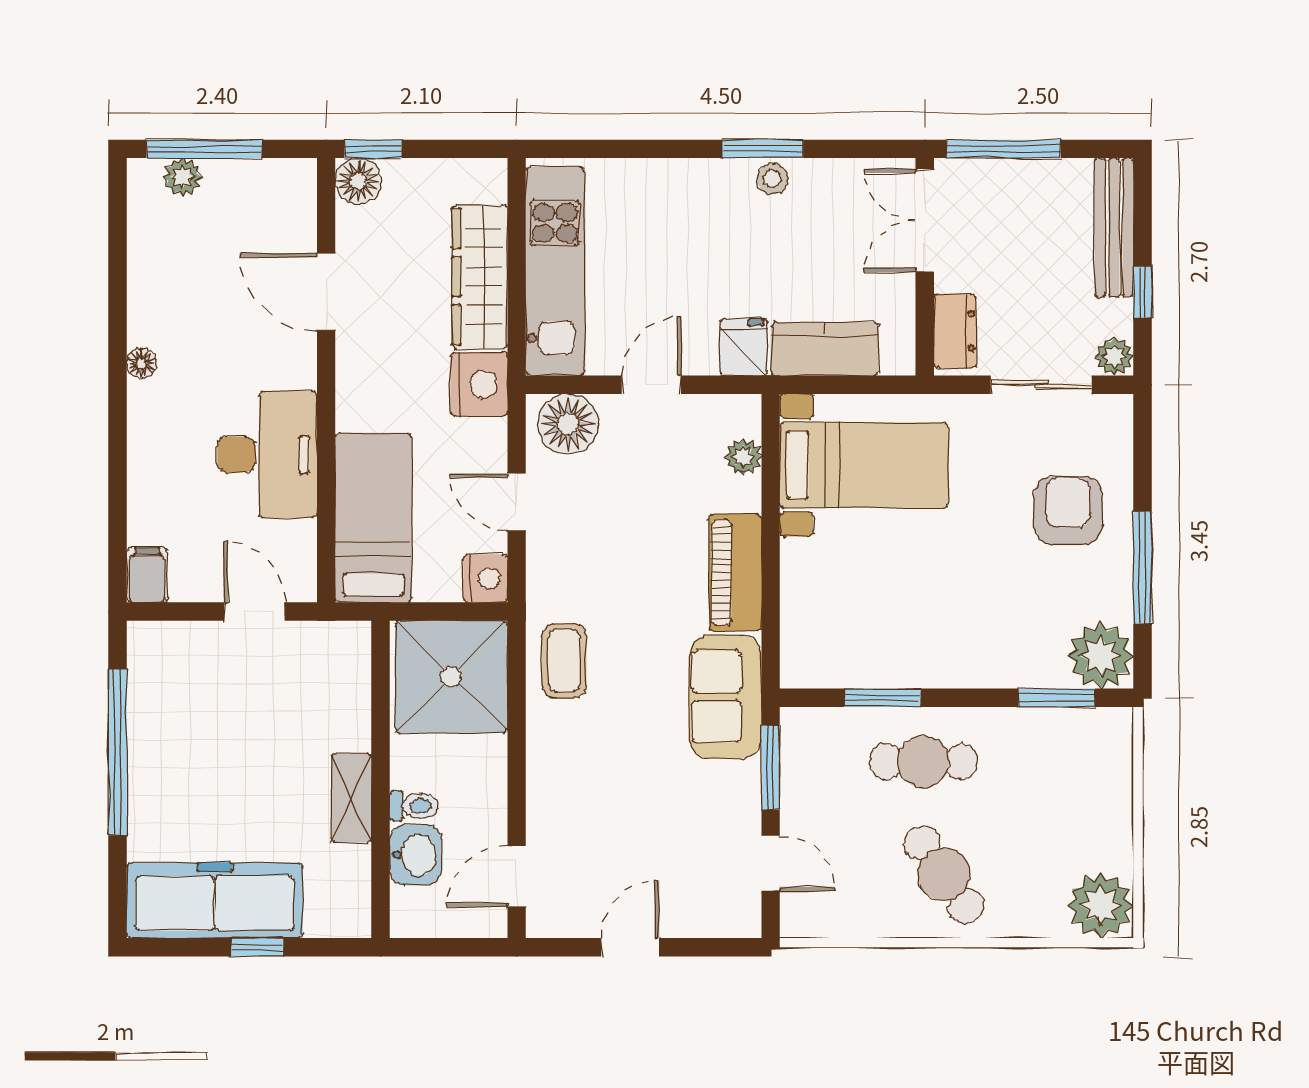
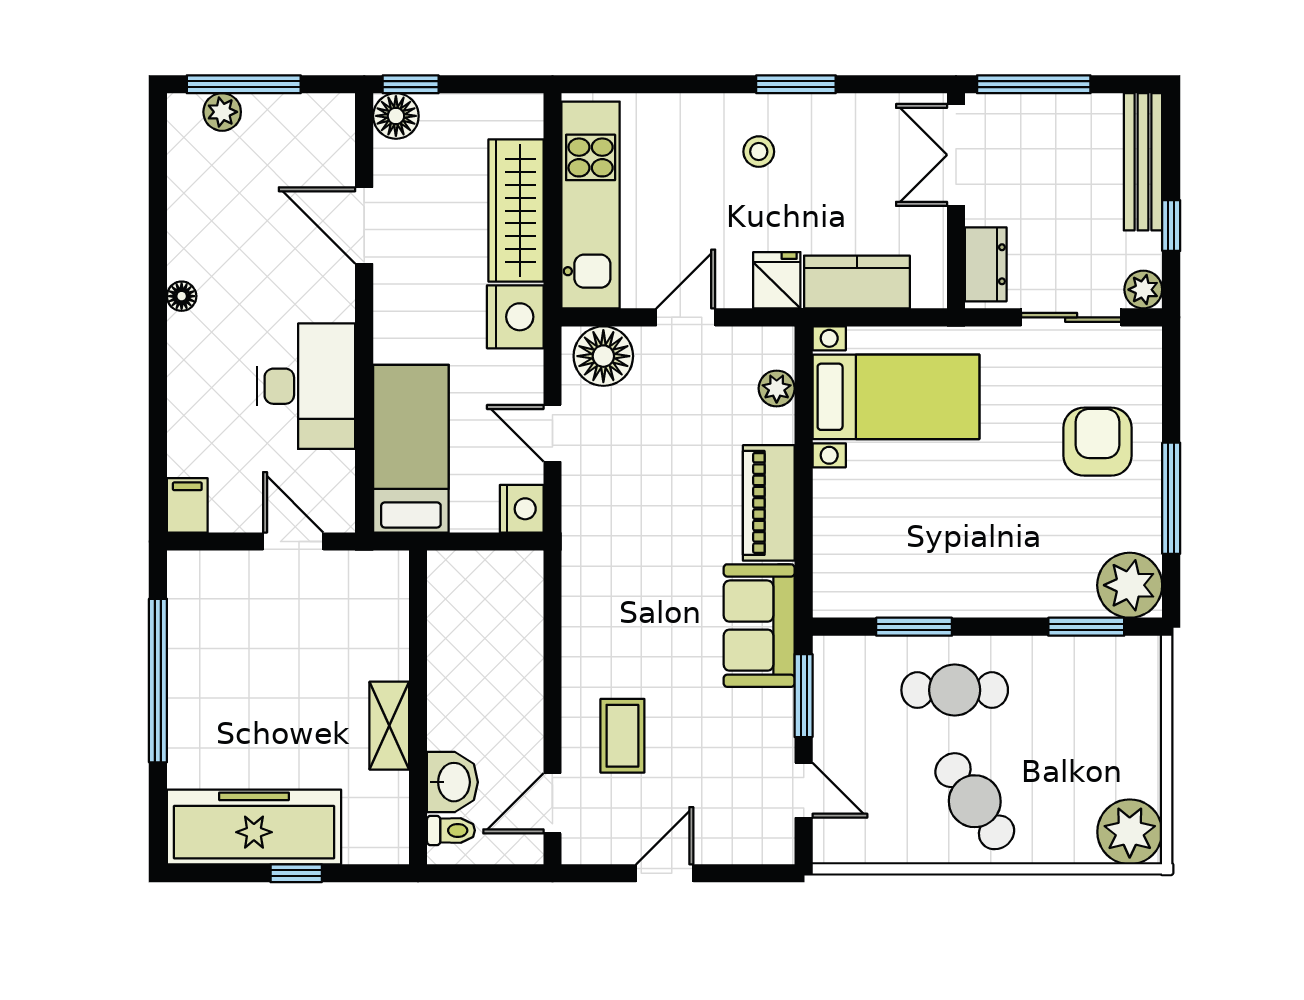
stool: (772, 179) -> (759, 152), moved
coffee table: (564, 661) -> (622, 736), moved
shower: (451, 677) -> (488, 606), removed
toilet: (414, 806) -> (451, 830), moved

